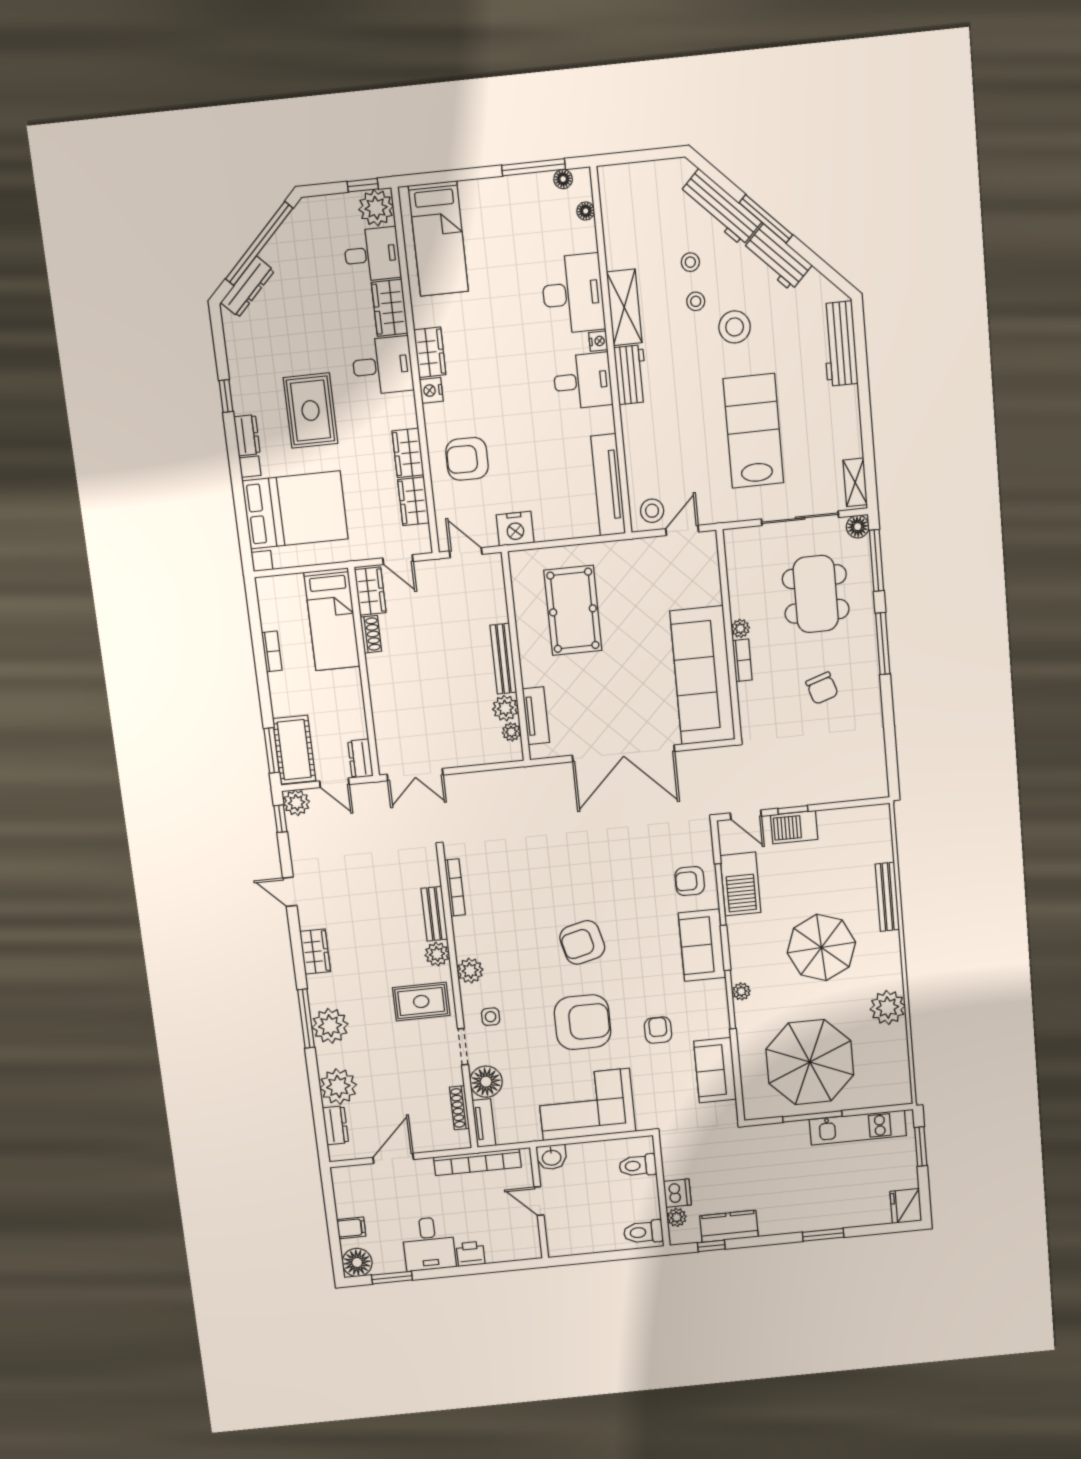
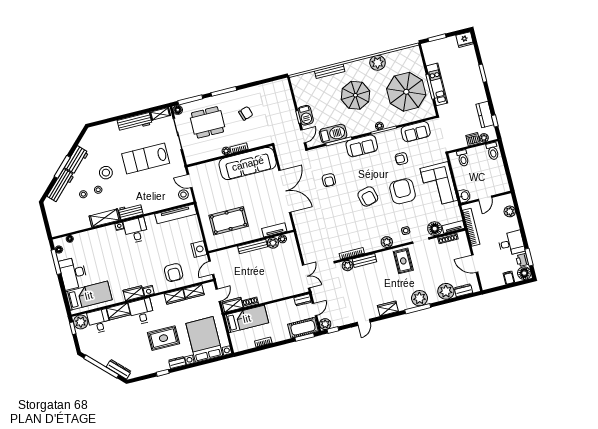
desk: (573, 294) -> (73, 273), moved, turned -90
workbench: (840, 344) -> (135, 122), moved
armchair: (690, 881) -> (329, 180), moved
plant: (437, 954) -> (348, 266), moved
kitchen unit: (858, 1128) -> (437, 84), moved
plant: (501, 1250) -> (510, 211), added
printer: (471, 1254) -> (522, 260), moved

